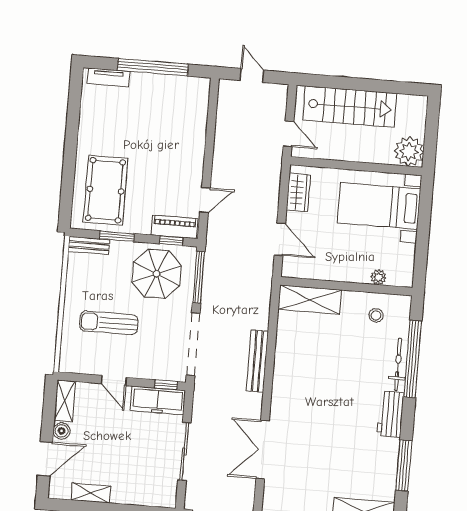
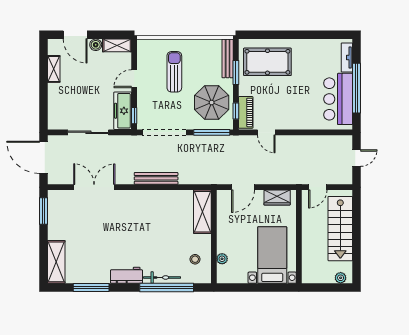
bar counter: (166, 95) -> (338, 99), added
plant: (409, 152) -> (341, 278), moved, width x0.53, depth x0.53
bench: (89, 246) -> (228, 58), width x1.36

